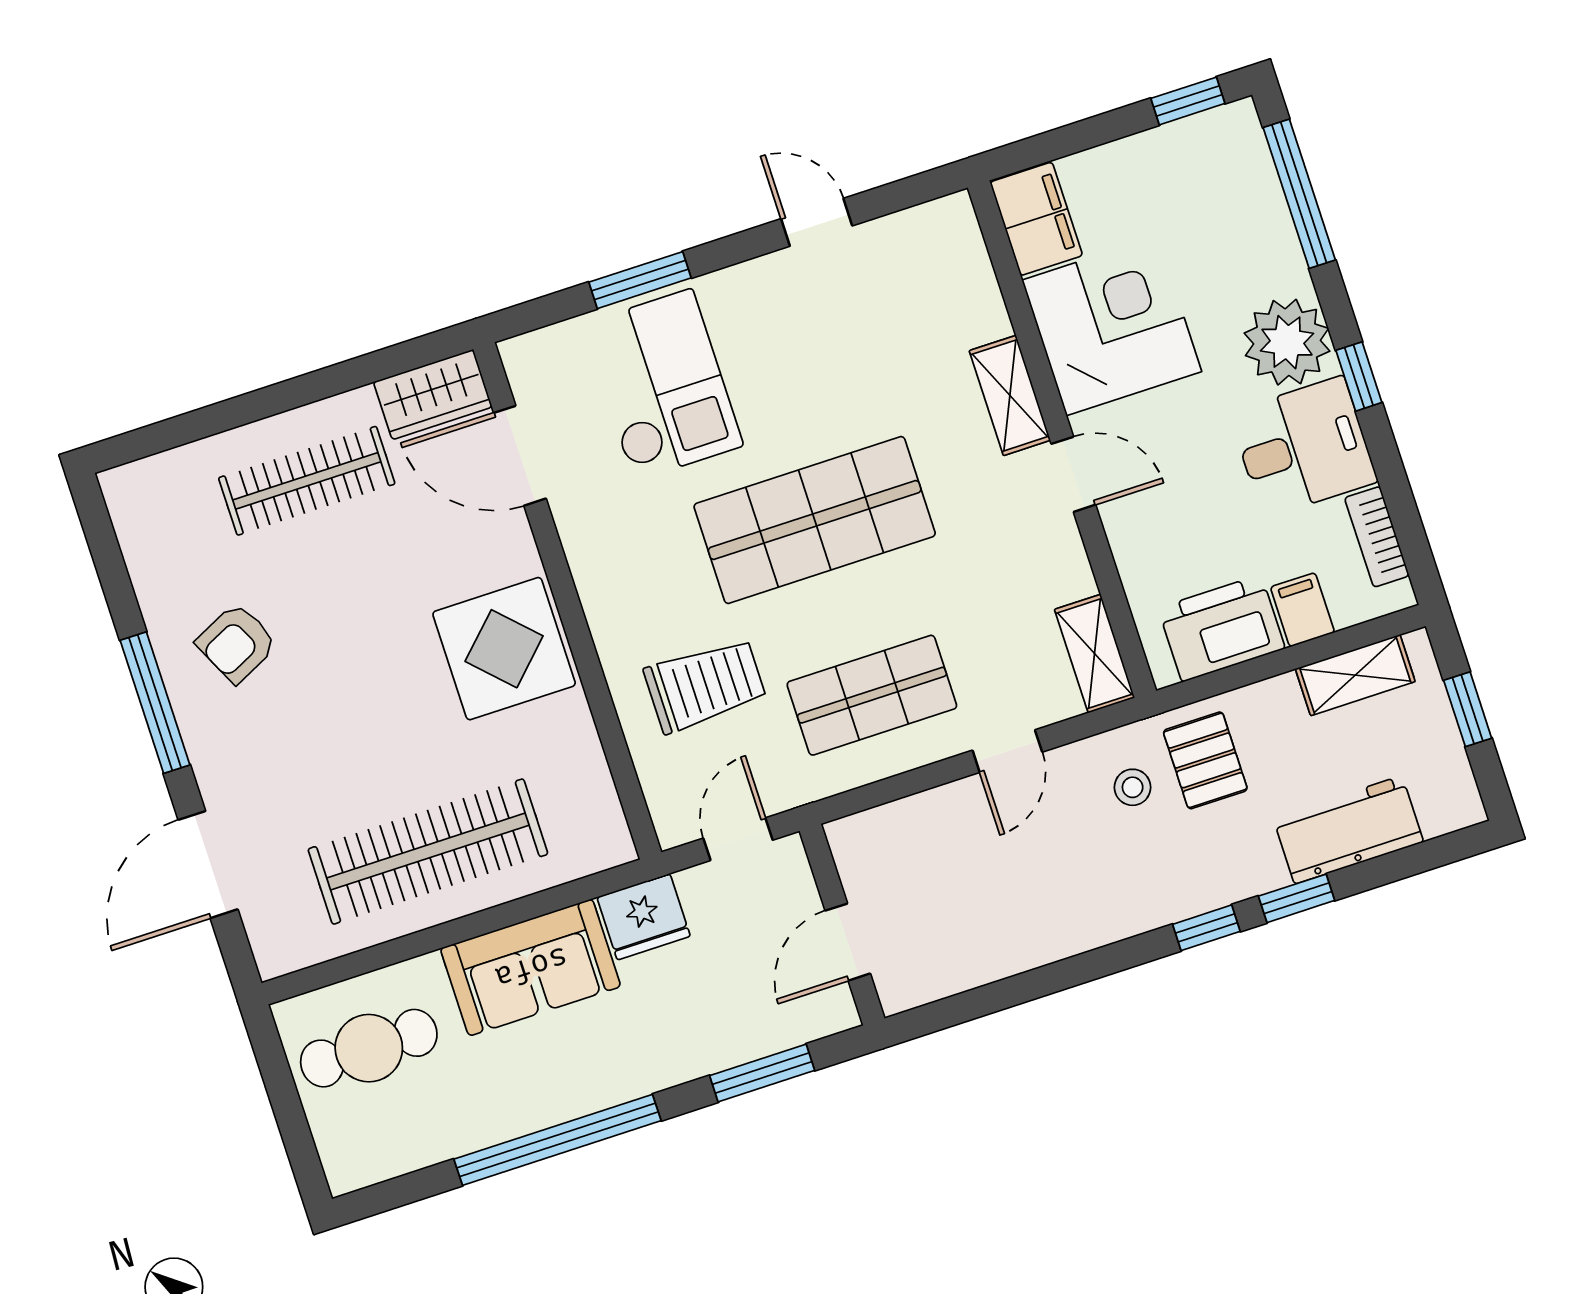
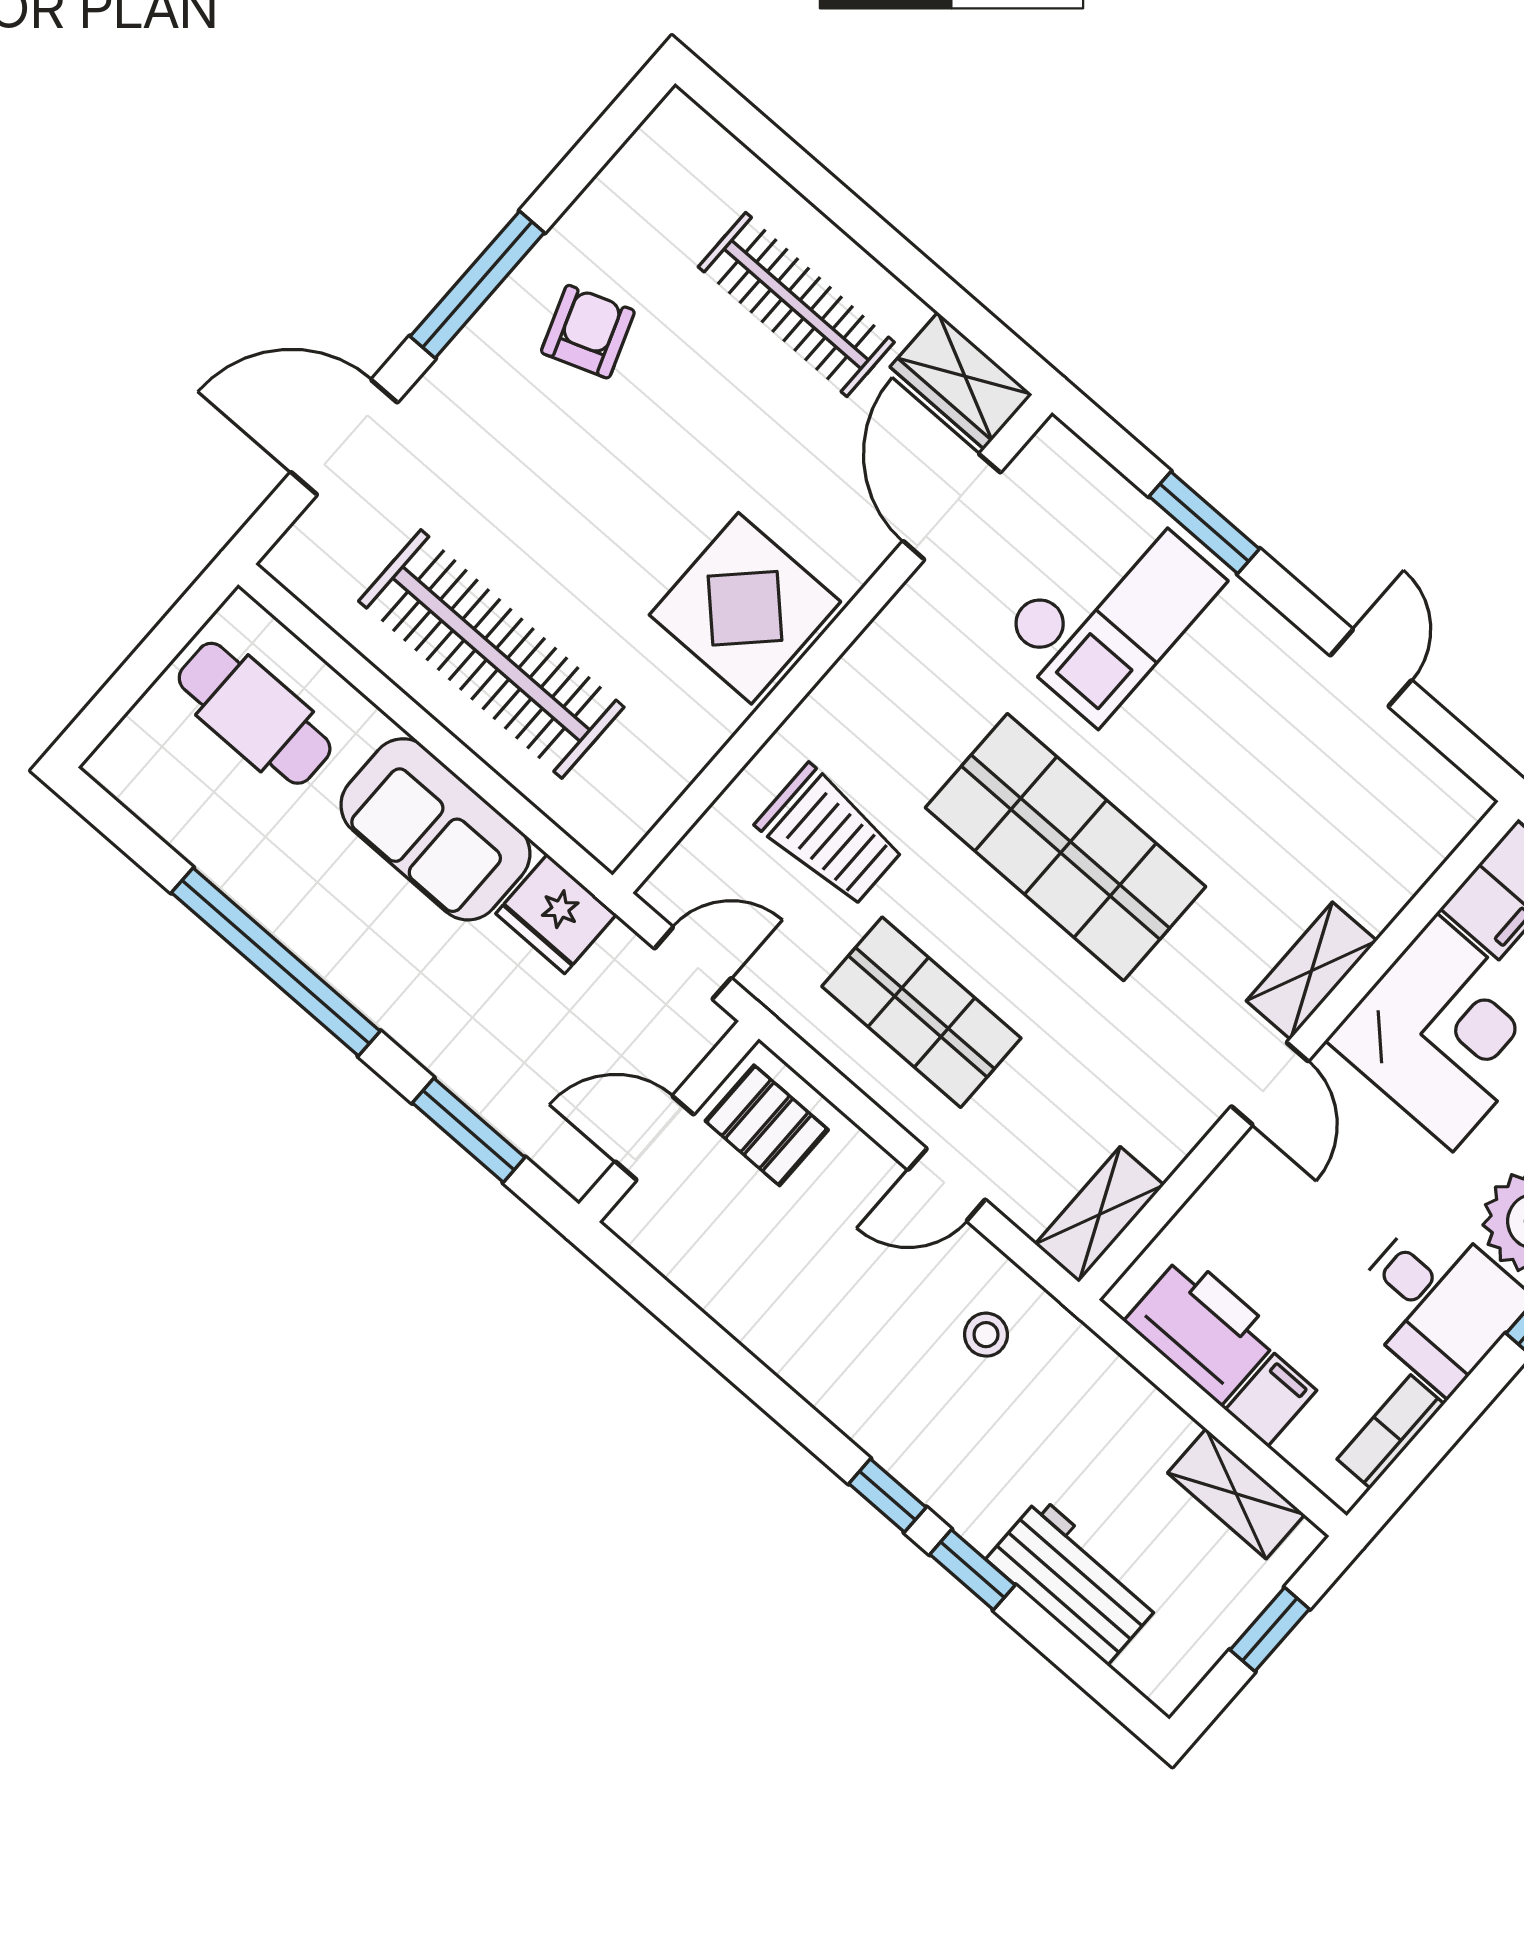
armchair: (237, 643) -> (588, 332), turned 96
pallet: (1205, 760) -> (767, 1125), moved, turned 90

